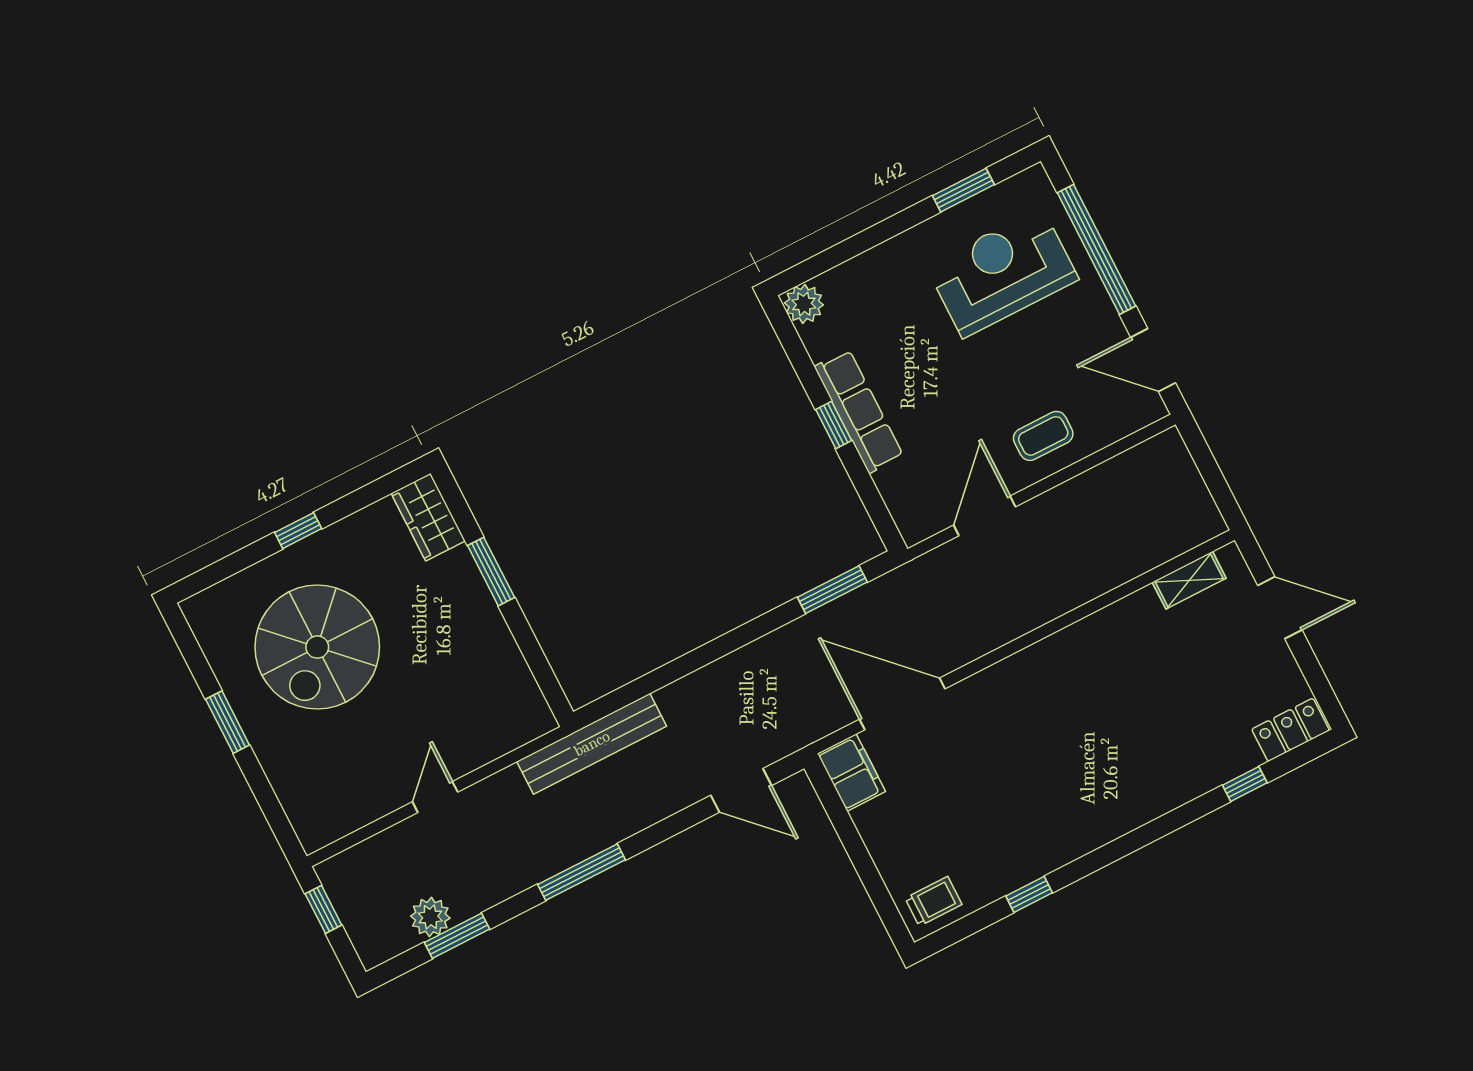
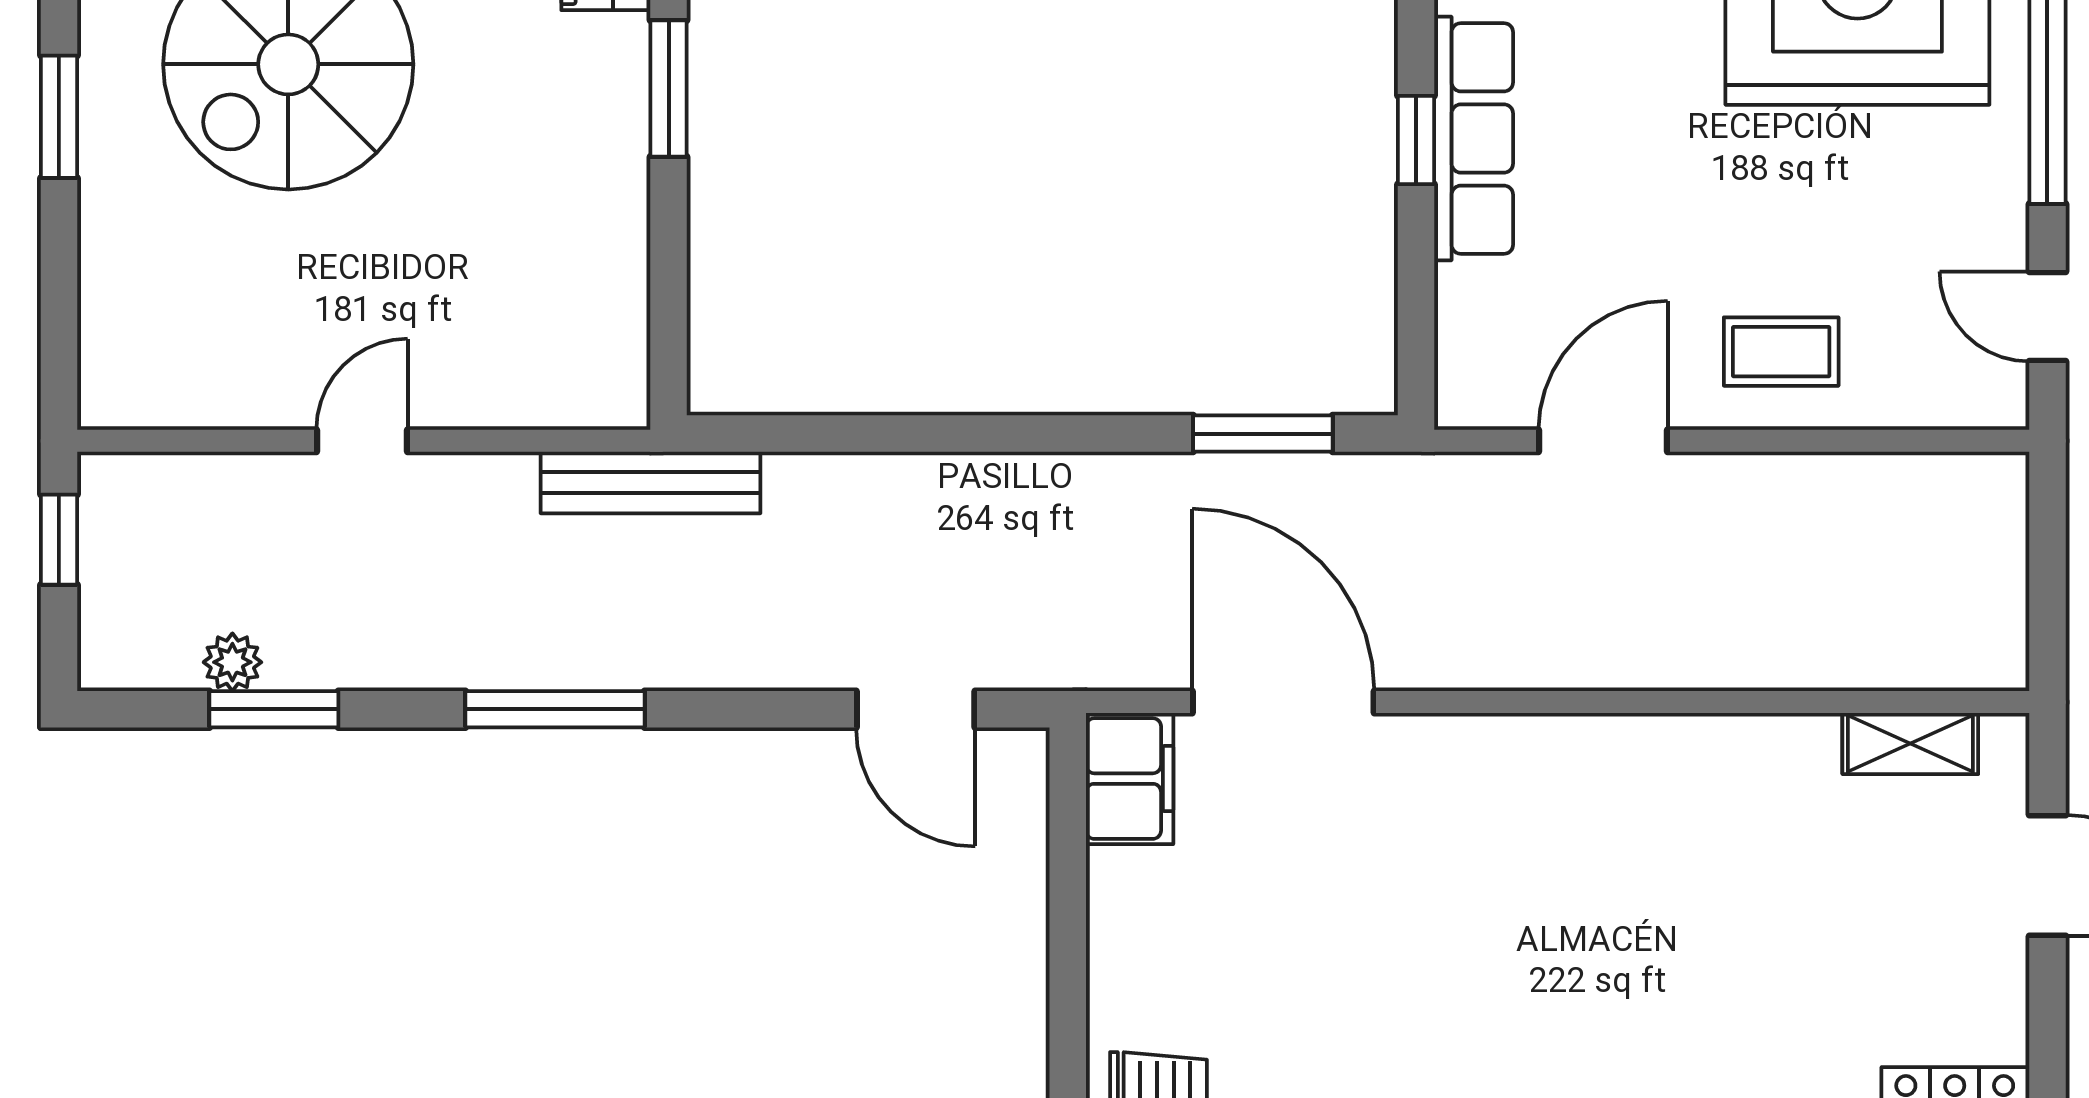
door: (1153, 360) -> (2047, 317), width x0.73
bench: (592, 744) -> (651, 482), width x0.73, depth x0.82
plant: (430, 917) -> (232, 662), width x0.73, depth x0.73

